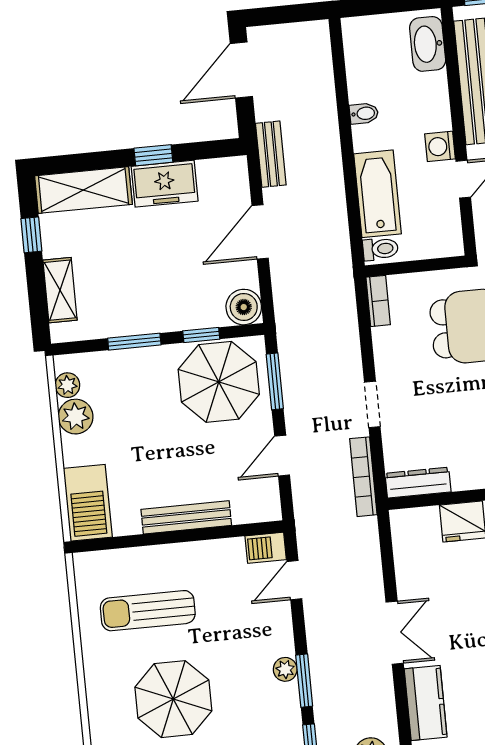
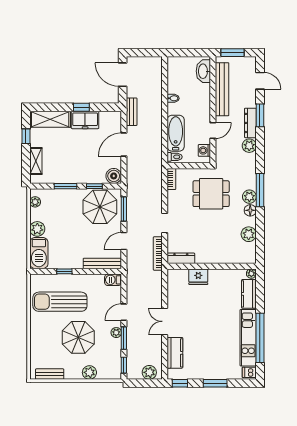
door: (241, 70) -> (123, 75), hinge flipped
washing machine: (440, 146) -> (204, 150), moved
plant: (76, 417) -> (37, 229), moved
bench: (186, 517) -> (102, 263), moved
window: (151, 539) -> (64, 271), added
door: (294, 580) -> (124, 312), moved
sun lounger: (148, 611) -> (60, 302), width x1.36, depth x1.34
double door: (395, 633) -> (165, 321), swing flipped
parasol: (173, 699) -> (78, 337), moved

